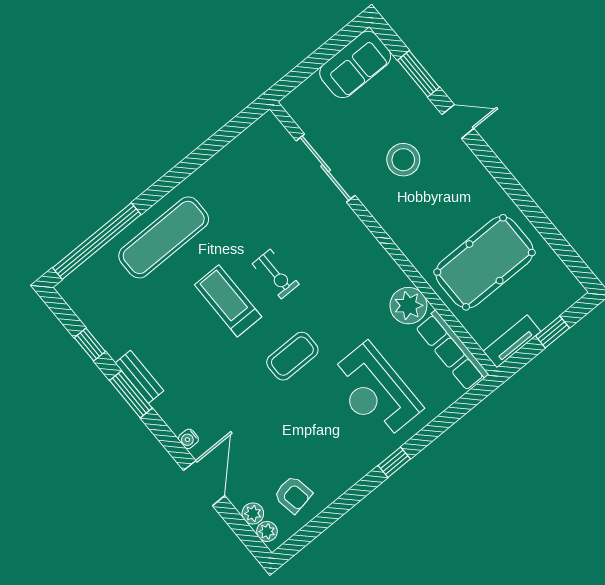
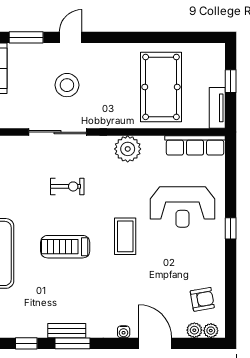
sliding door: (326, 168) -> (57, 132), moved
exercise bike: (276, 274) -> (67, 186), moved
plant: (408, 306) -> (128, 149), moved

